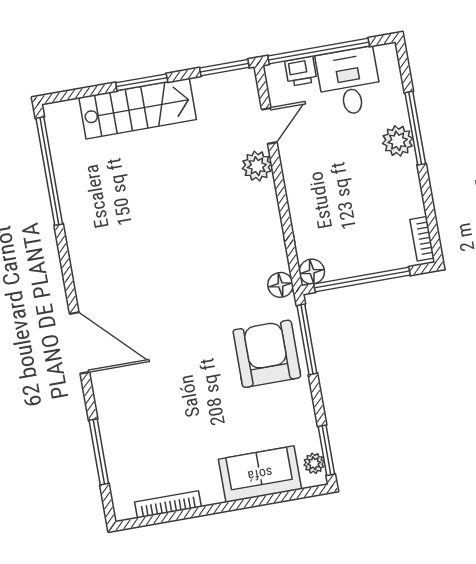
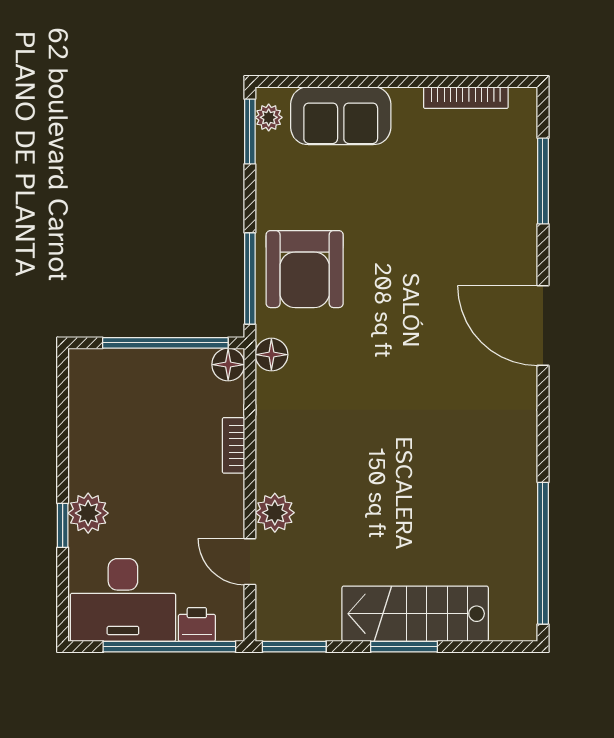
desk: (349, 82) -> (123, 600), width x1.37
door: (269, 126) -> (250, 562), hinge flipped
window: (415, 128) -> (63, 525), width x0.46
bookcase: (422, 239) -> (233, 445), moved, turned 180

